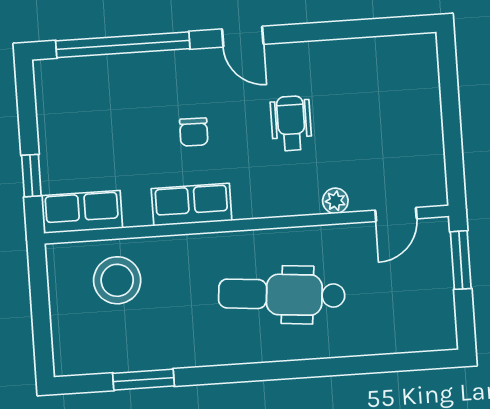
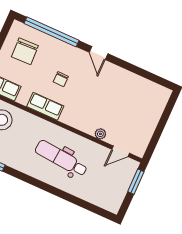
chair: (89, 114) -> (25, 51), added
wheelchair: (291, 123) -> (99, 96), removed

